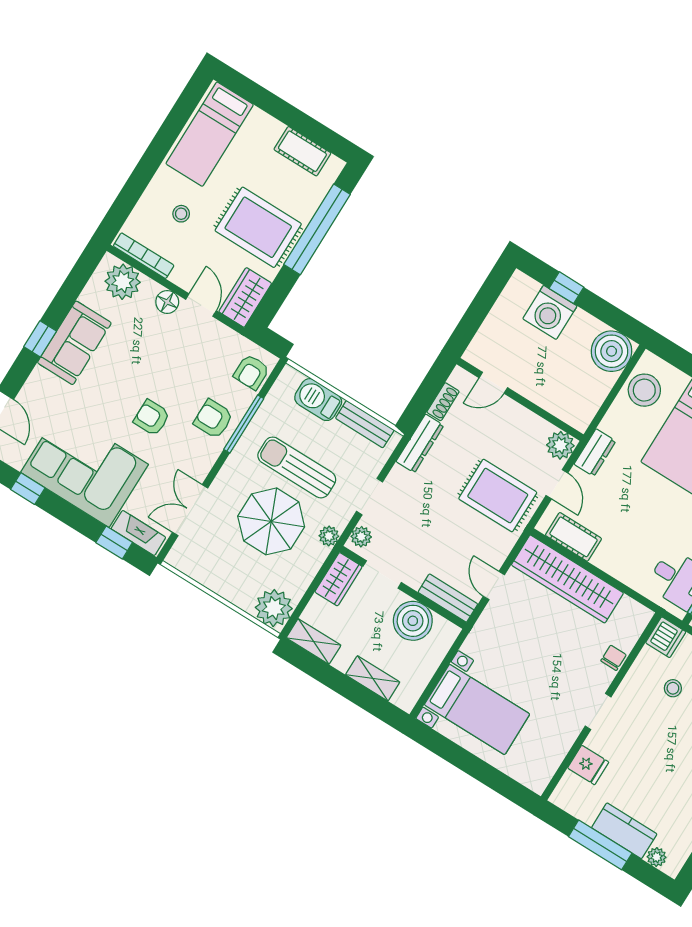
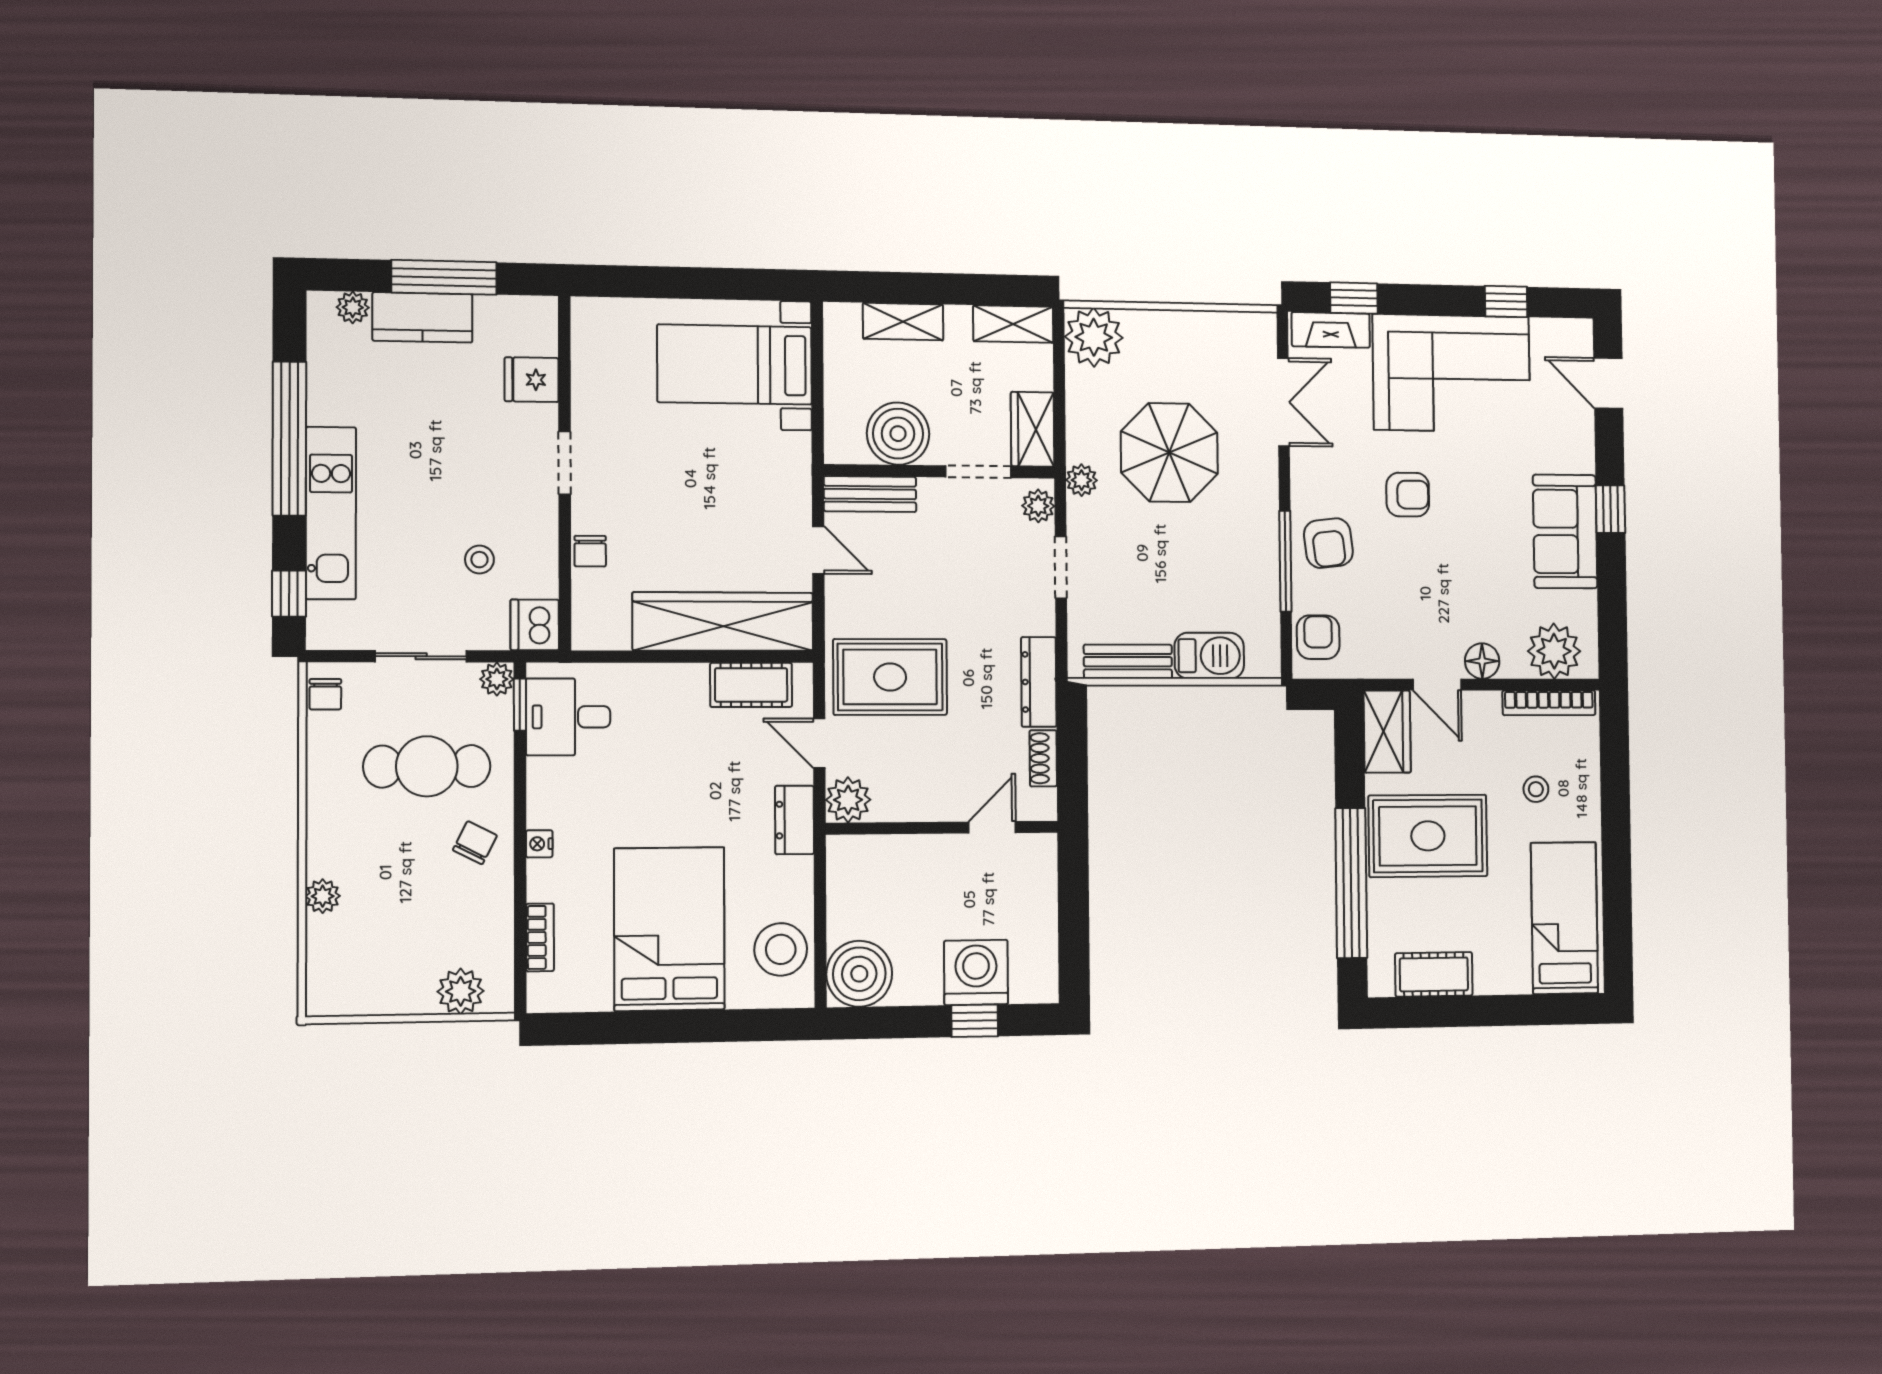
armchair: (213, 419) -> (1328, 543), turned 83
sun lounger: (297, 467) -> (1181, 546), removed

